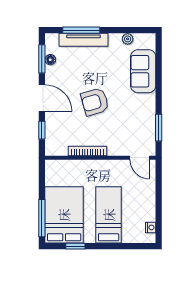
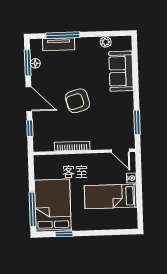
tv unit: (83, 40) -> (59, 44), width x0.71
bed: (109, 215) -> (111, 196), moved, turned -90
nightstand: (151, 227) -> (131, 178), moved

